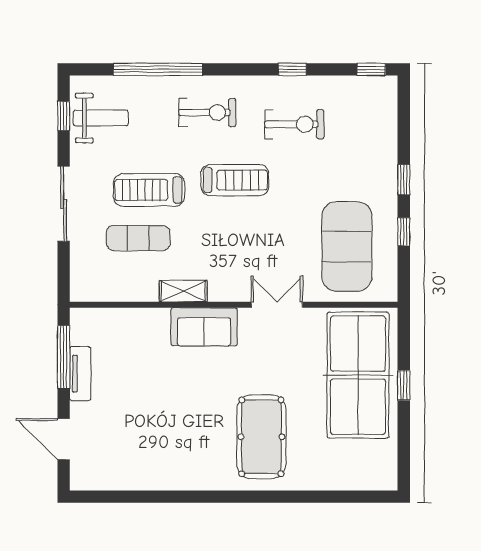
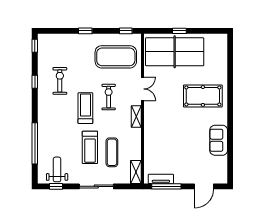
exercise bike: (207, 113) -> (109, 97), moved
window: (404, 232) -> (126, 31), moved
shelving: (95, 290) -> (136, 172), added
shelving: (183, 291) -> (136, 117), moved
double door: (277, 305) -> (142, 89), swing flipped
sofa: (204, 327) -> (219, 140), moved, turned 180
tv unit: (80, 374) -> (161, 179), moved

